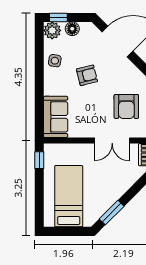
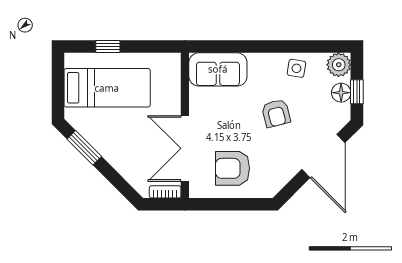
window: (58, 17) -> (357, 92), moved
double door: (112, 141) -> (185, 148), width x1.37
window: (39, 160) -> (108, 47), moved

